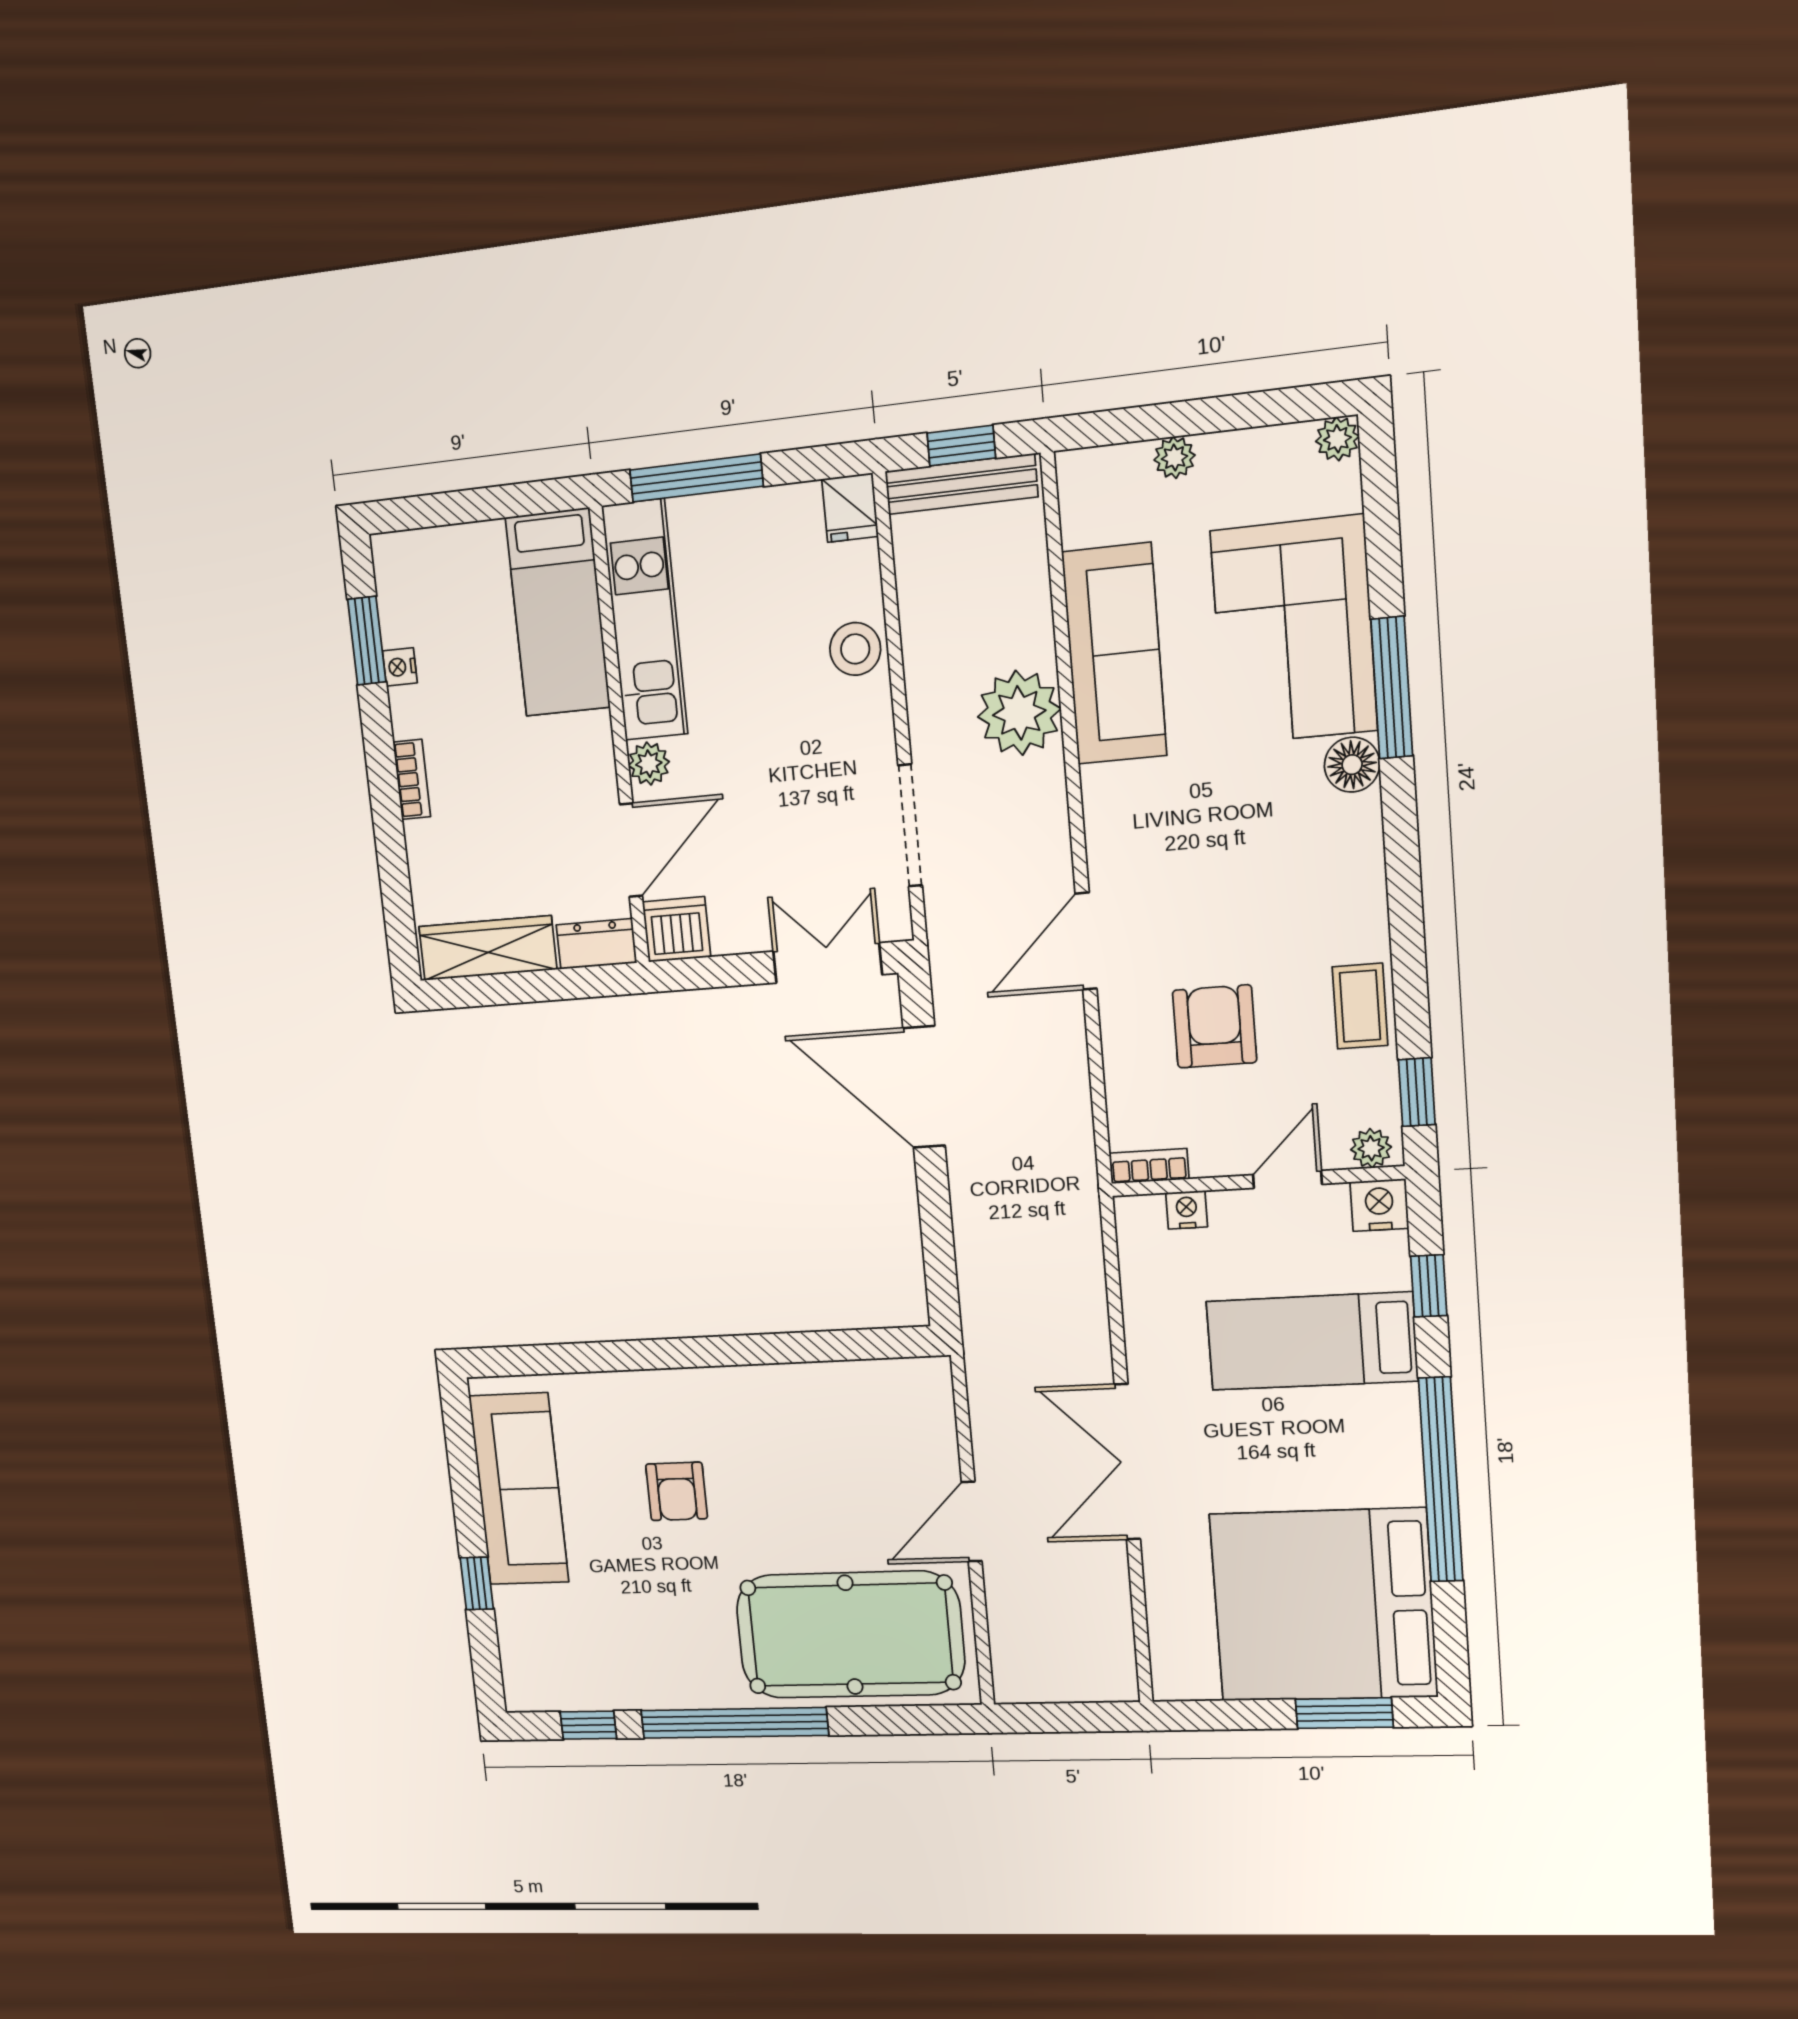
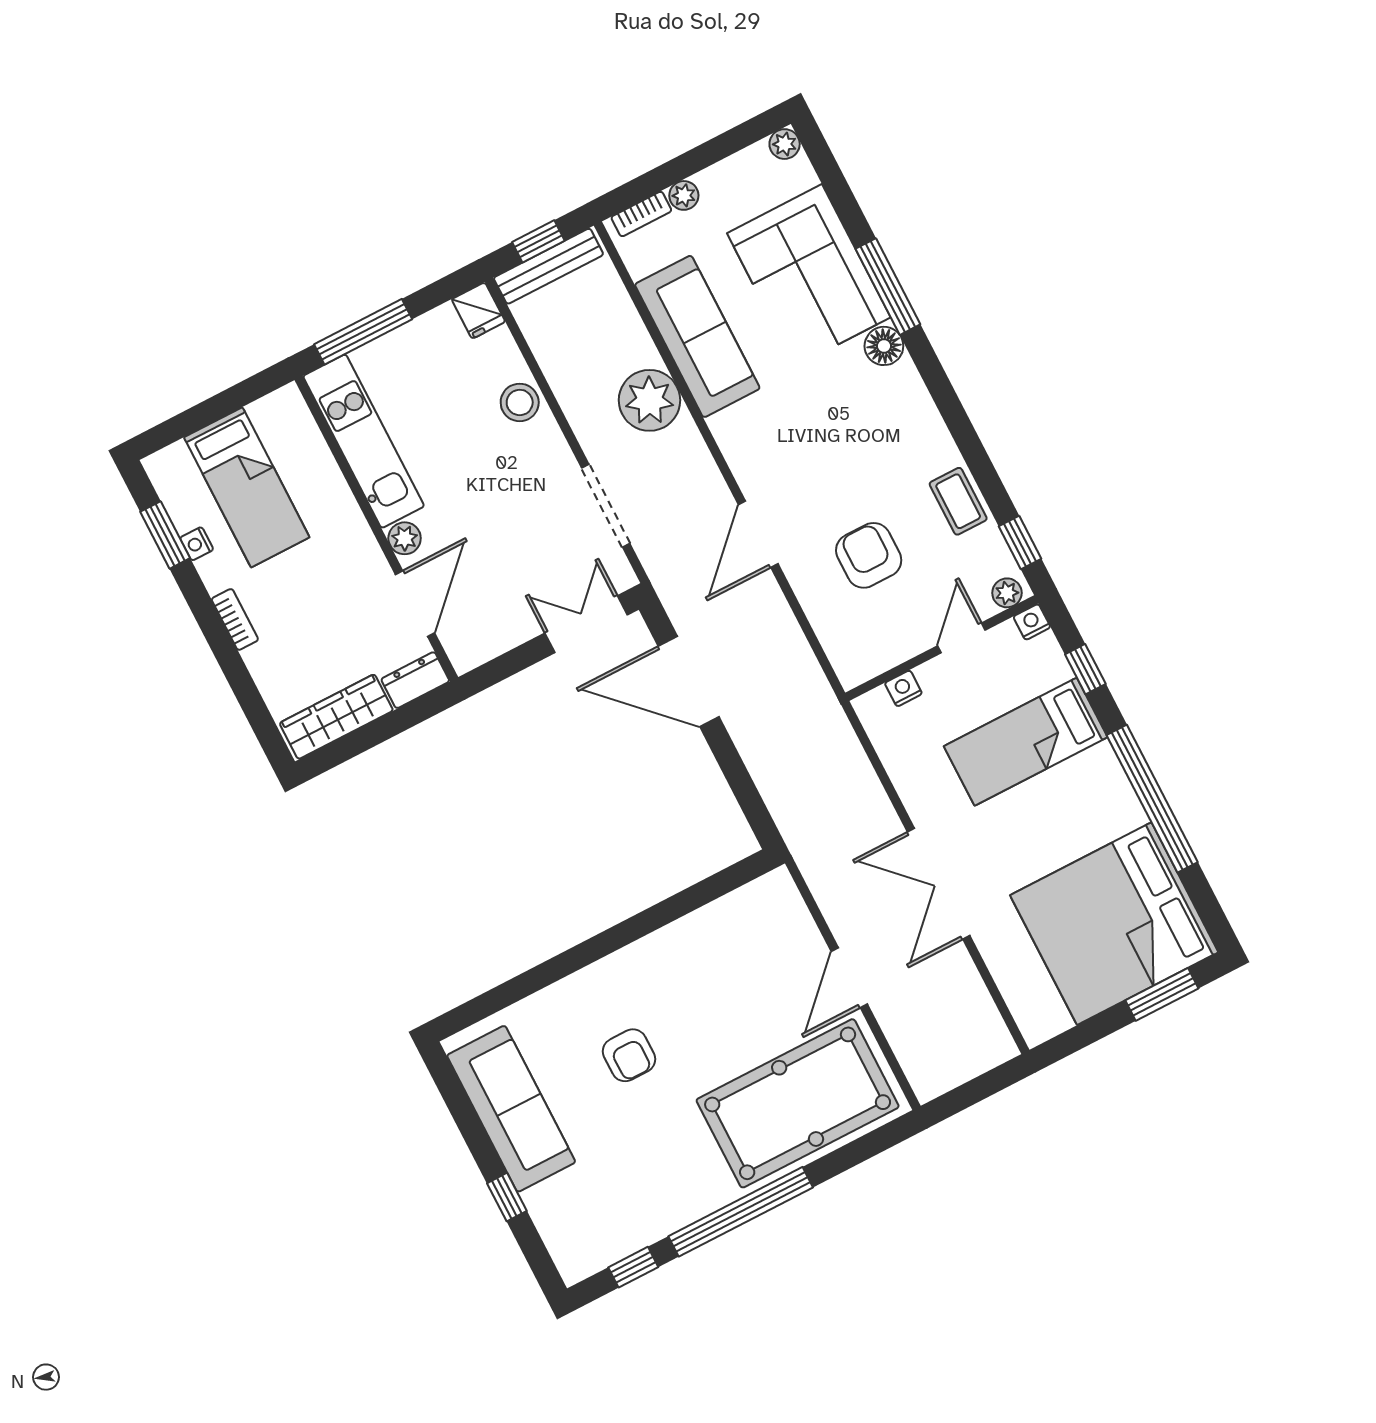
bed: (558, 612) -> (247, 487), moved
dishwasher: (677, 929) -> (469, 646), removed
bookcase: (1149, 1166) -> (641, 214), moved, turned 180
nightstand: (1379, 1205) -> (1032, 622), width x0.72, depth x0.74

